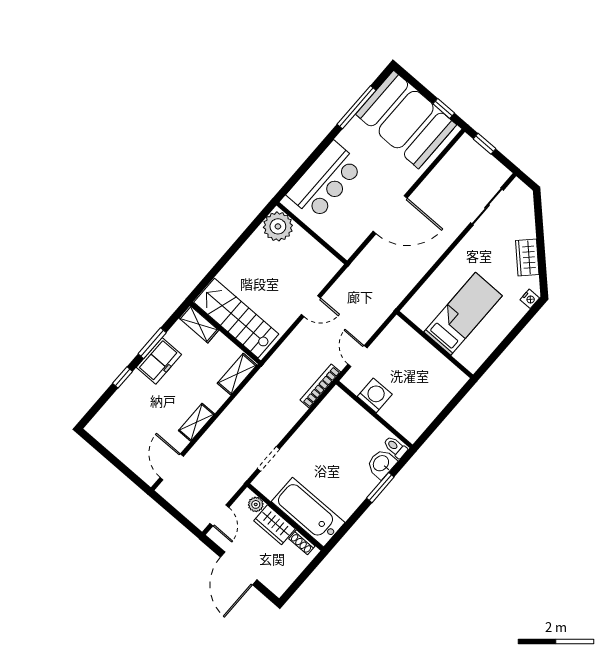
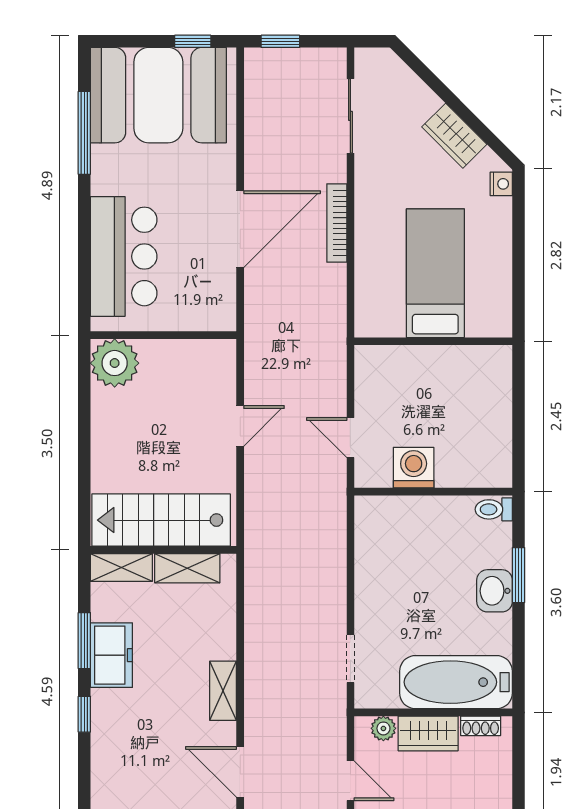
shelving: (237, 374) -> (187, 568), moved, turned 90
bookcase: (320, 386) -> (337, 223), moved
washbasin: (381, 464) -> (495, 591), moved

